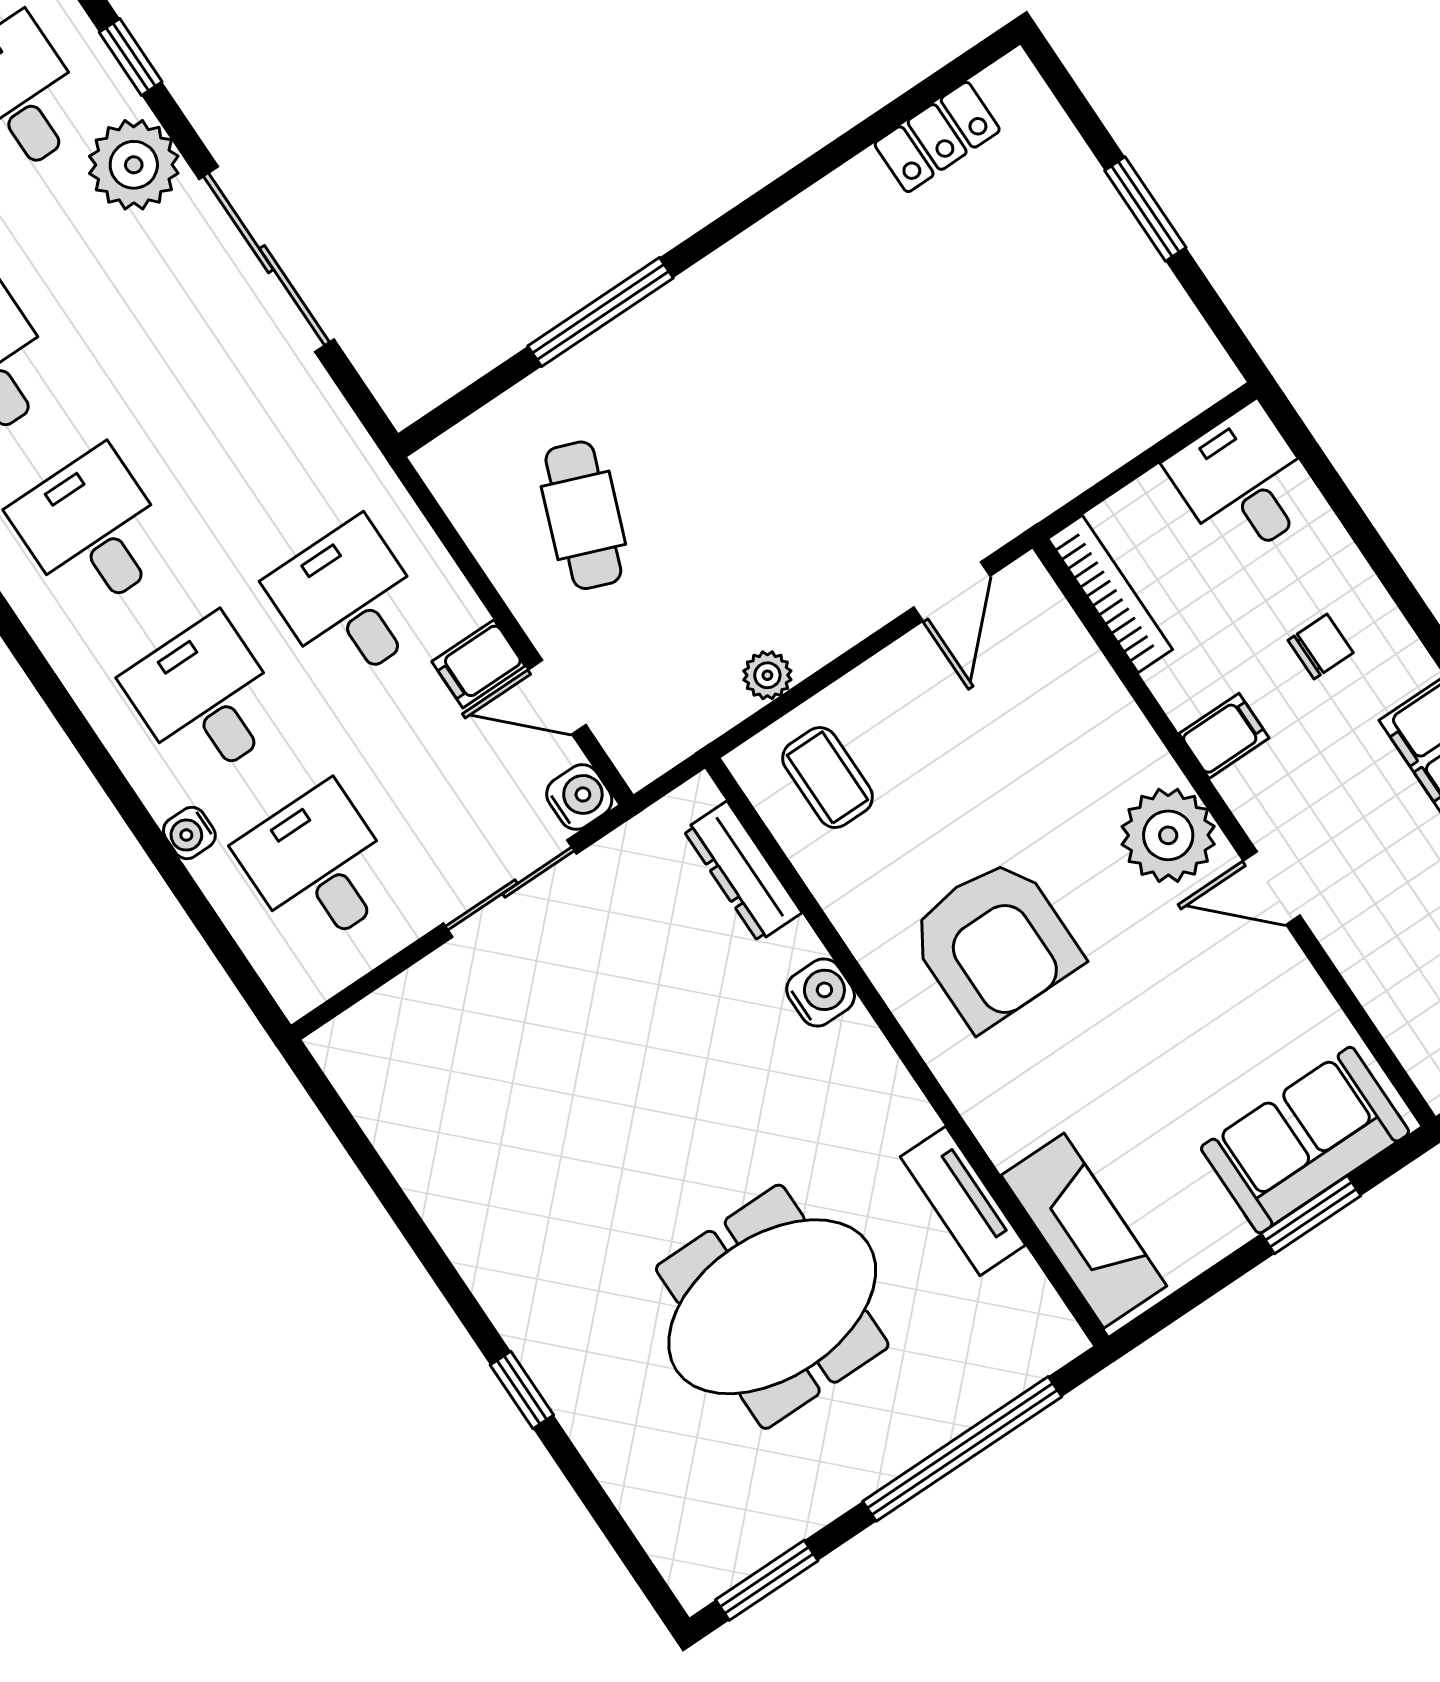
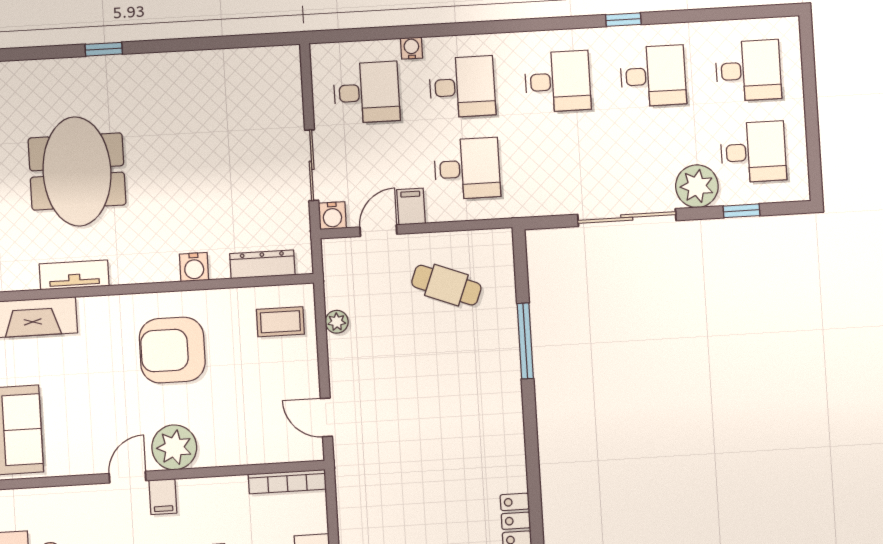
filing cabinet: (1224, 736) -> (163, 497), moved

